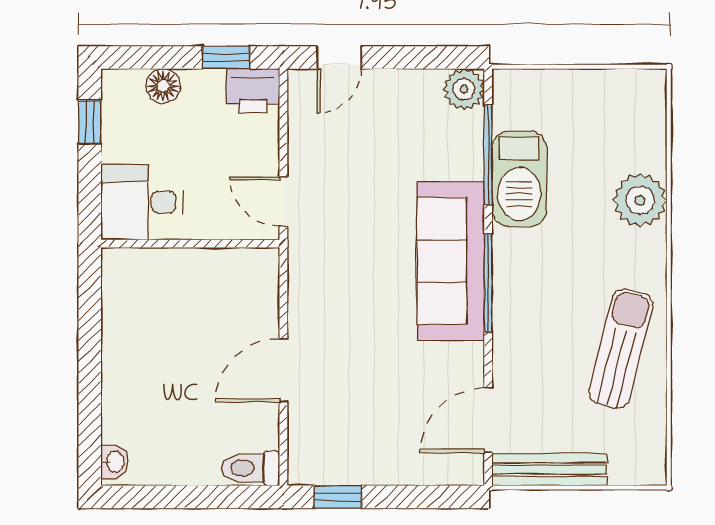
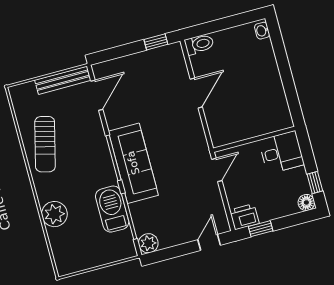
floor lamp: (163, 86) -> (306, 202), moved
door: (283, 201) -> (217, 170), hinge flipped

